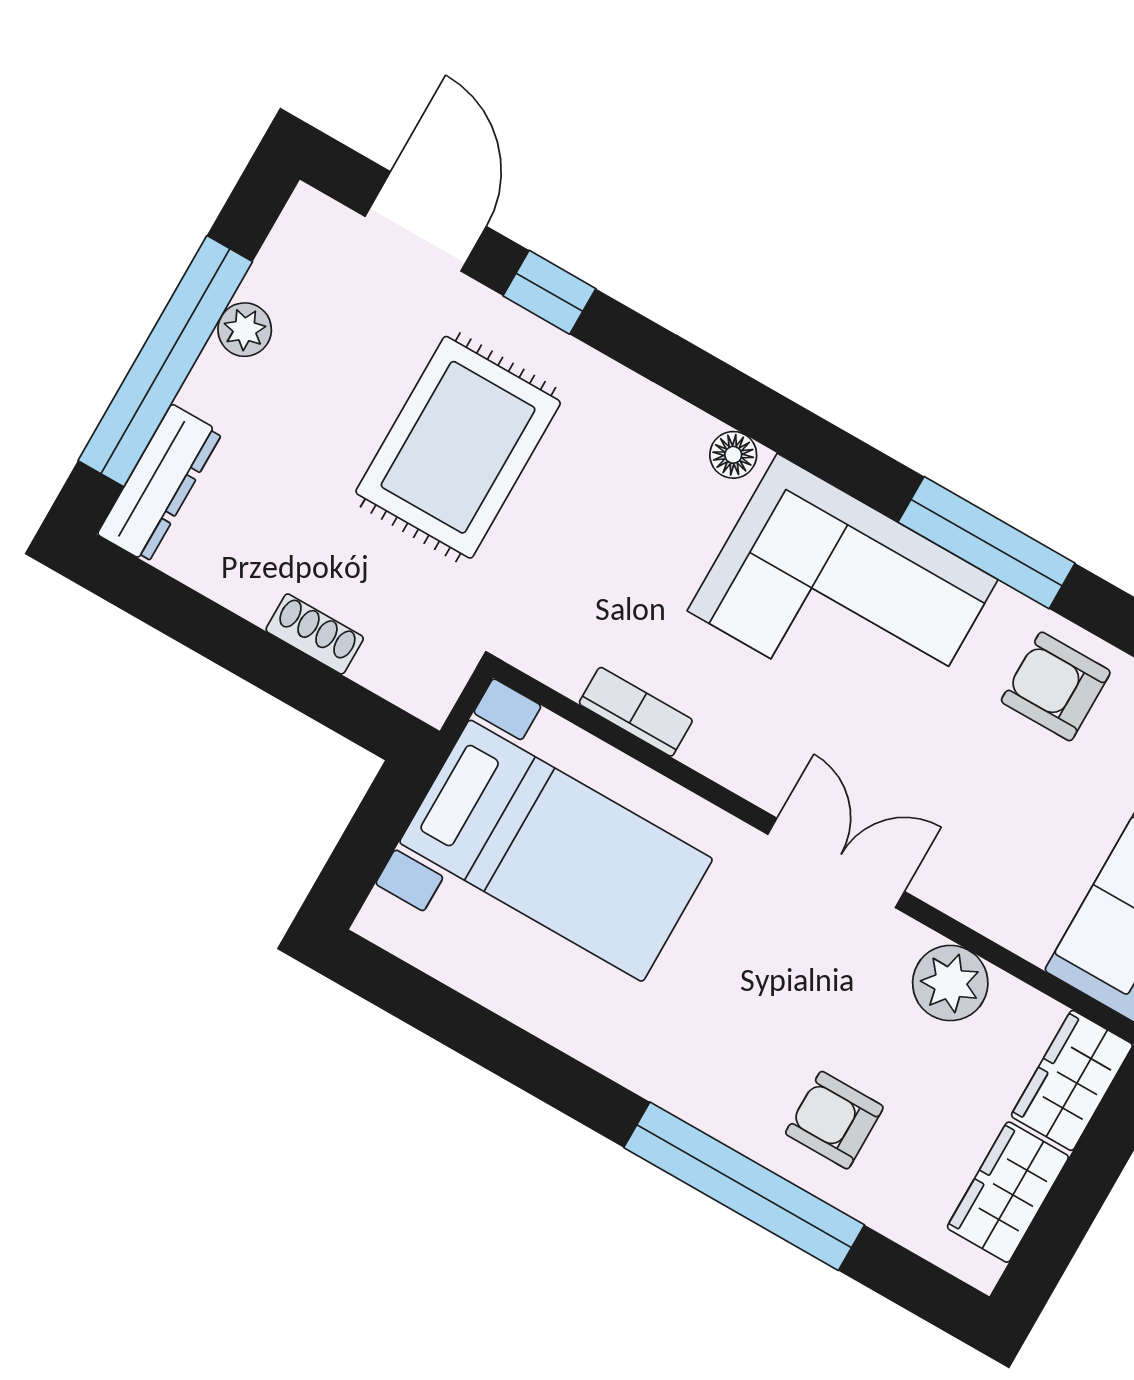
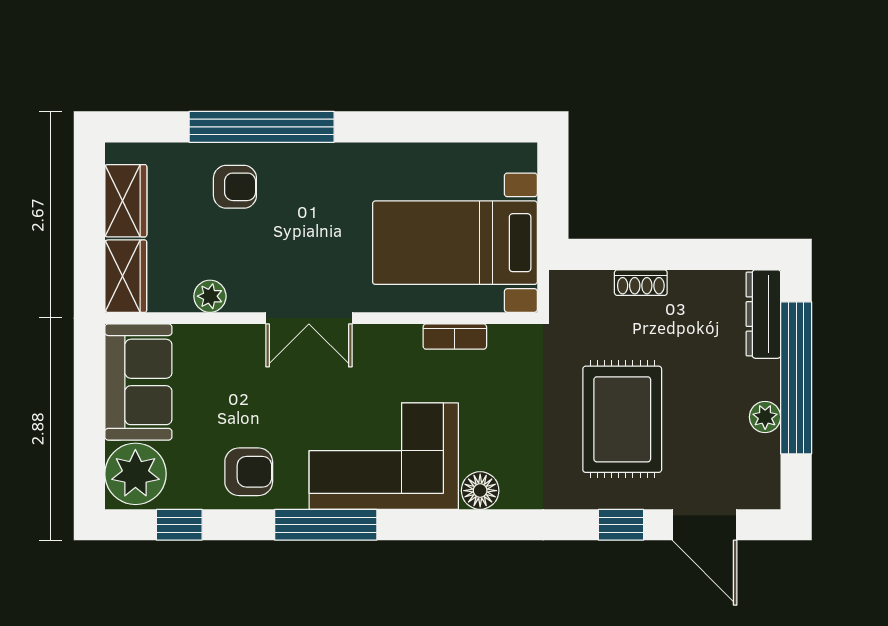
floor lamp: (733, 455) -> (480, 491), width x1.37, depth x1.37
plant: (950, 983) -> (210, 296), width x0.73, depth x0.73

